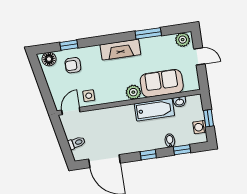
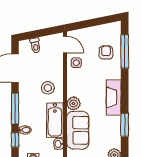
window: (69, 45) -> (125, 52), width x2.17
floor lamp: (49, 59) -> (115, 32), removed
stool: (121, 123) -> (48, 88), added
window: (148, 155) -> (15, 109), width x2.17

